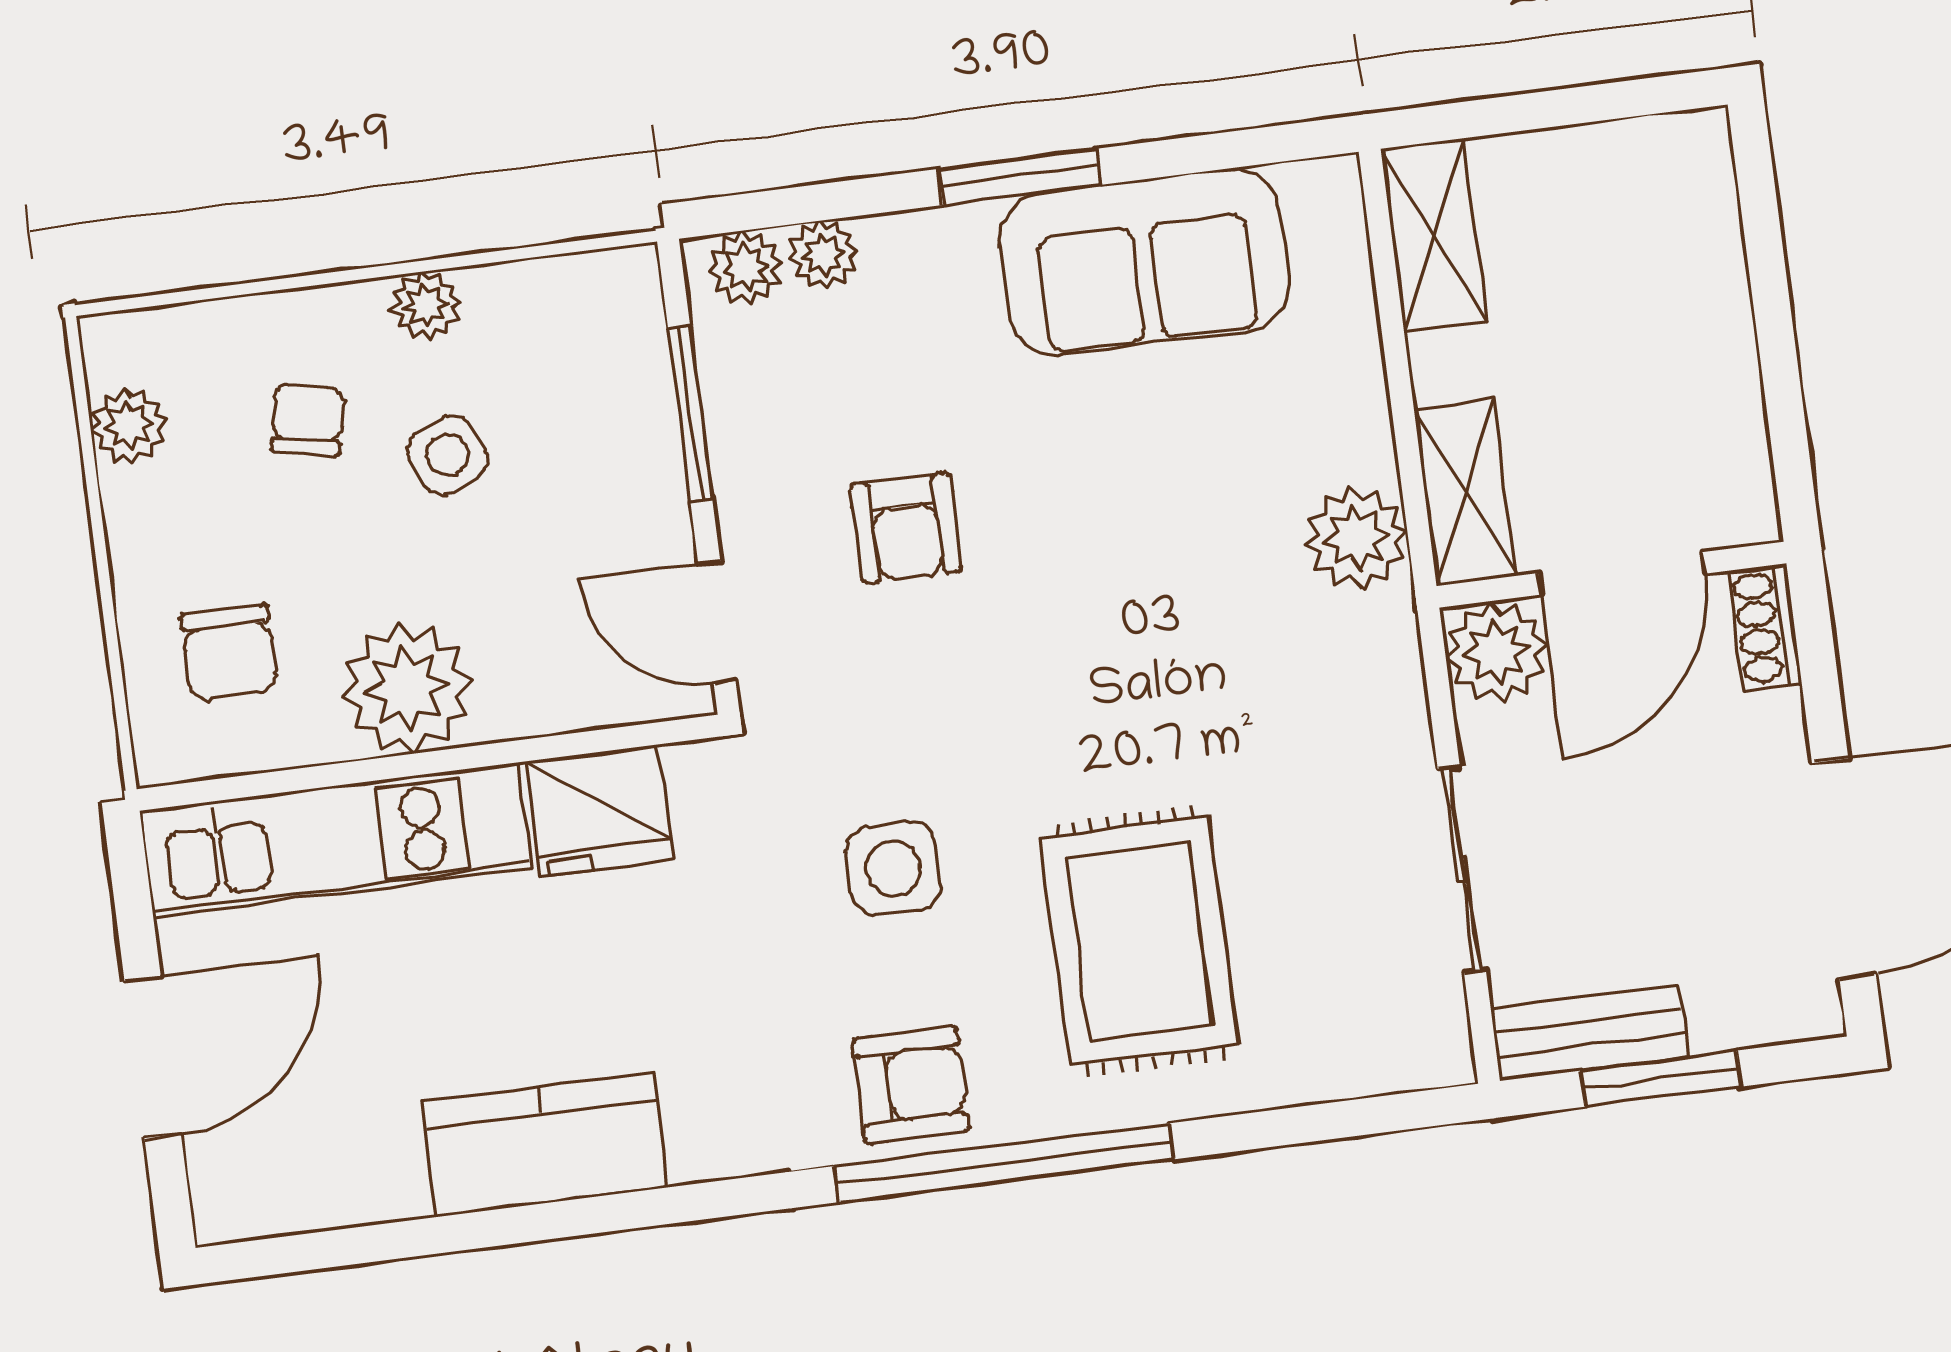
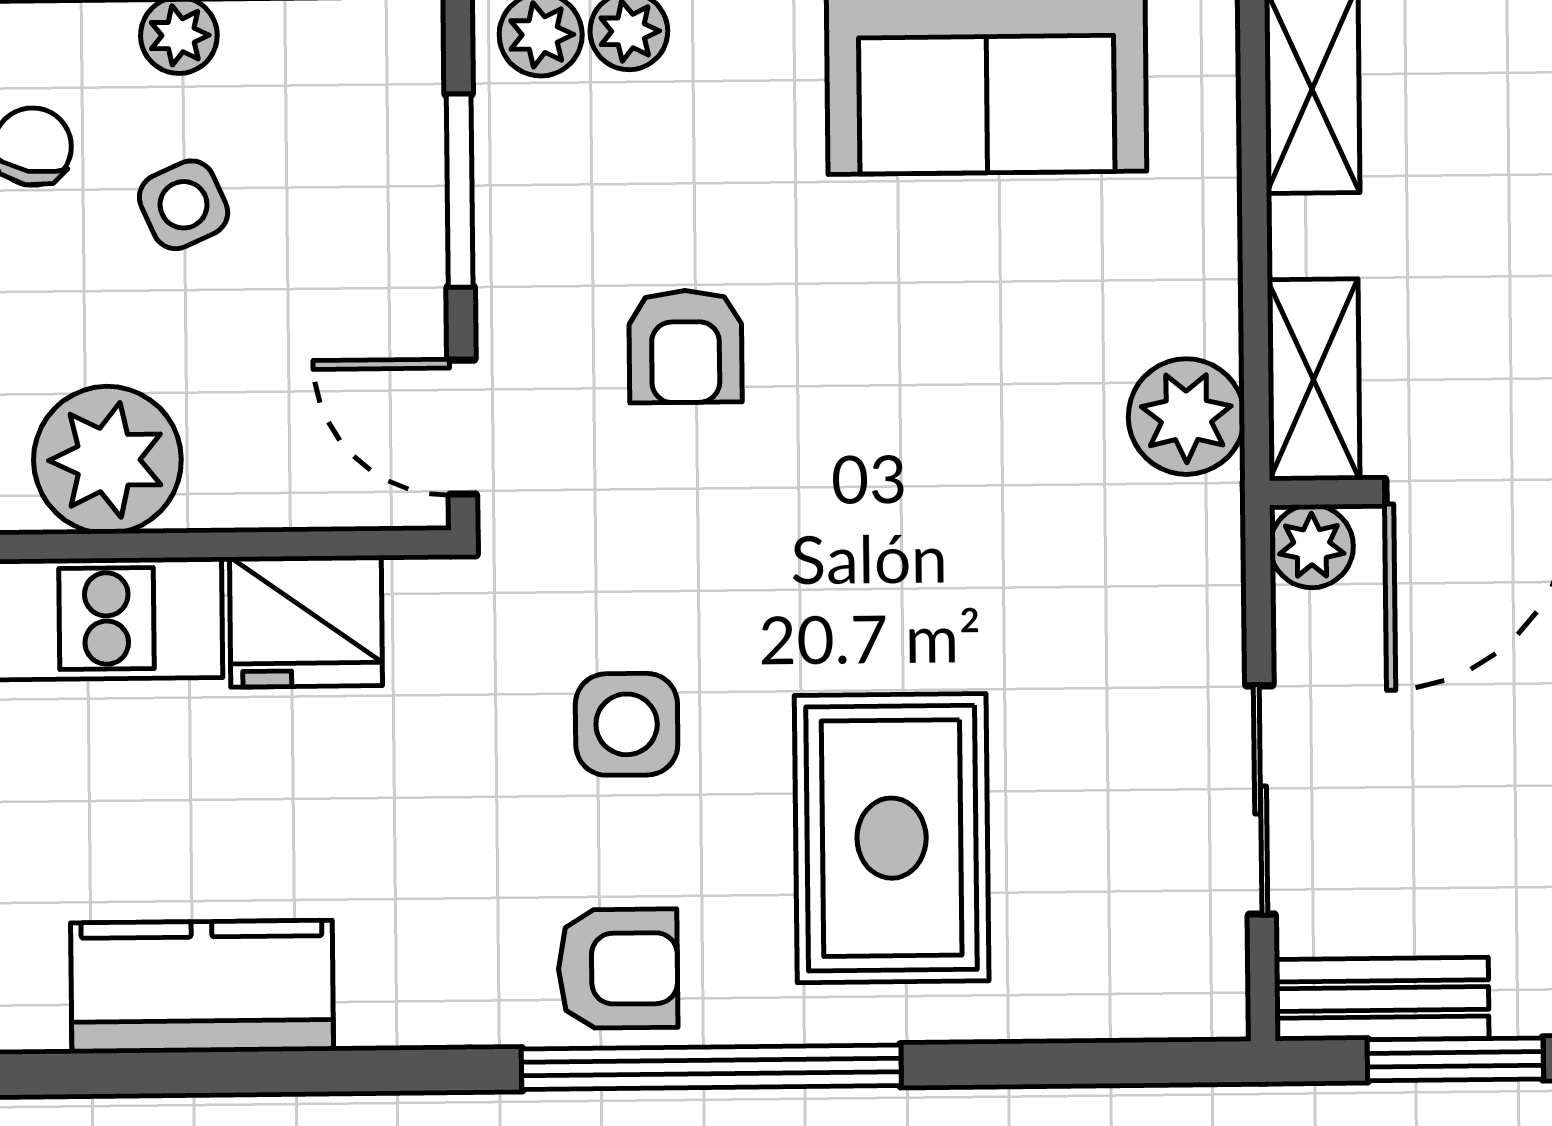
plant: (1496, 652) -> (1312, 546), width x0.73, depth x0.73

